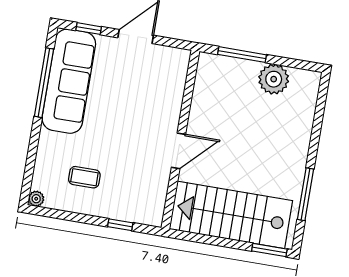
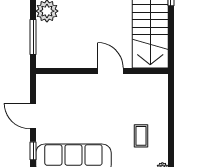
window: (120, 225) -> (171, 104), removed

